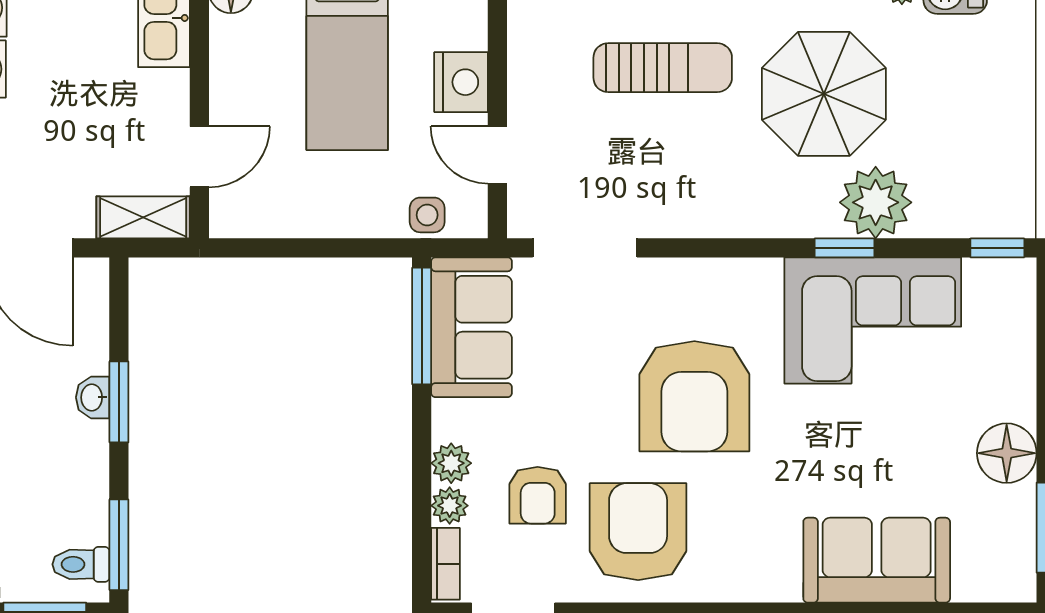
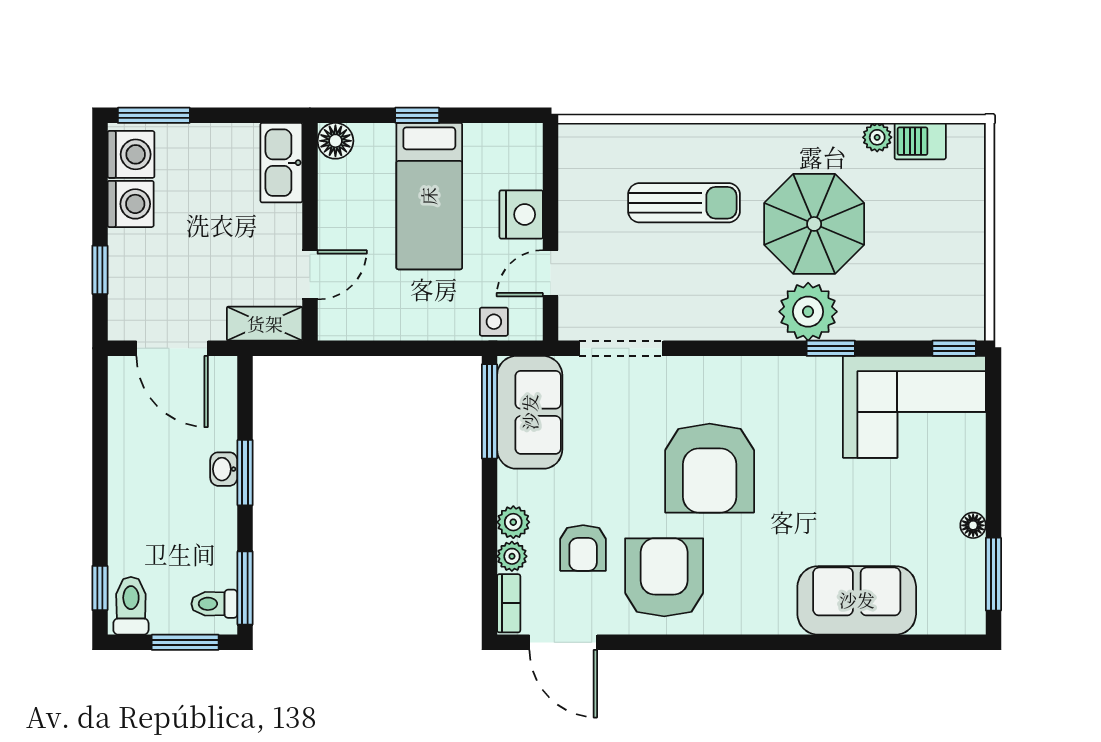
door: (497, 155) -> (551, 273), hinge flipped
plant: (876, 202) -> (808, 312), moved
corner sofa: (873, 320) -> (914, 407), moved
floor lamp: (1007, 453) -> (973, 525), width x0.53, depth x0.53

